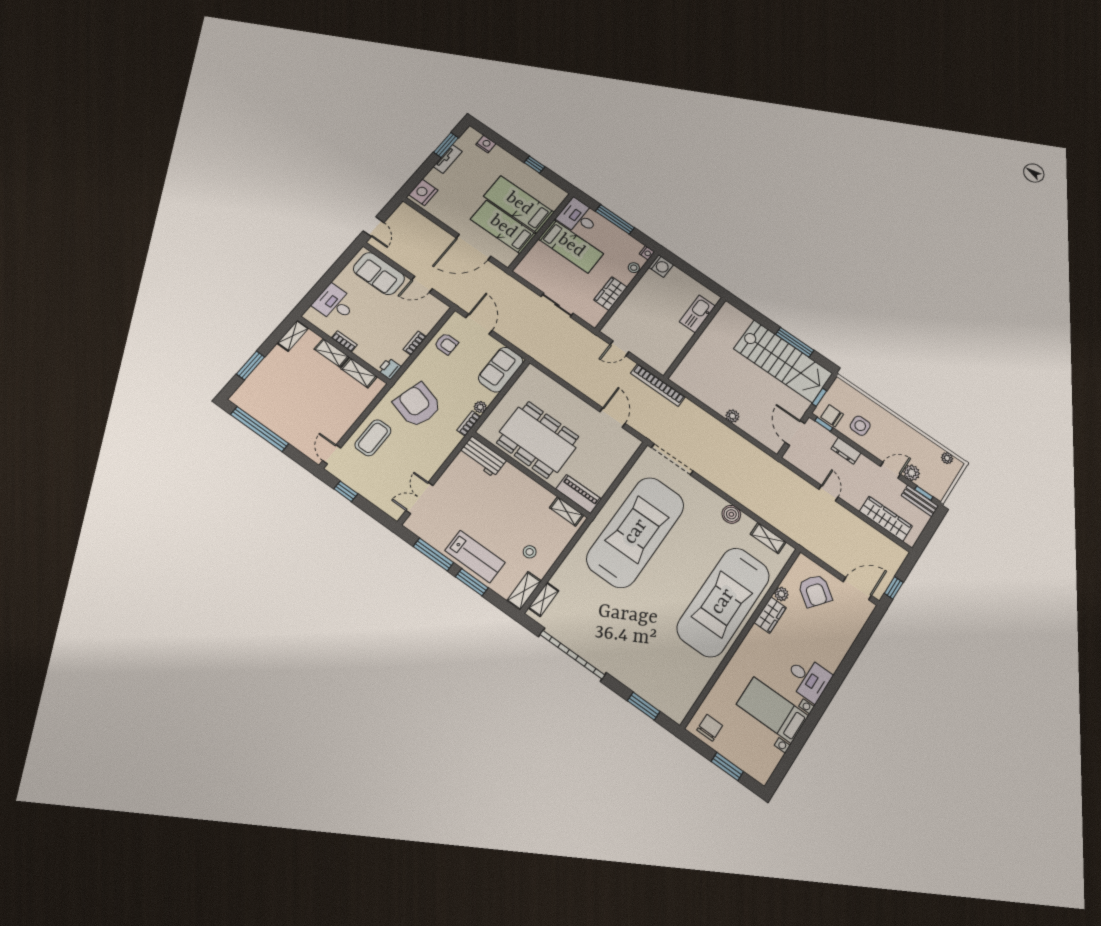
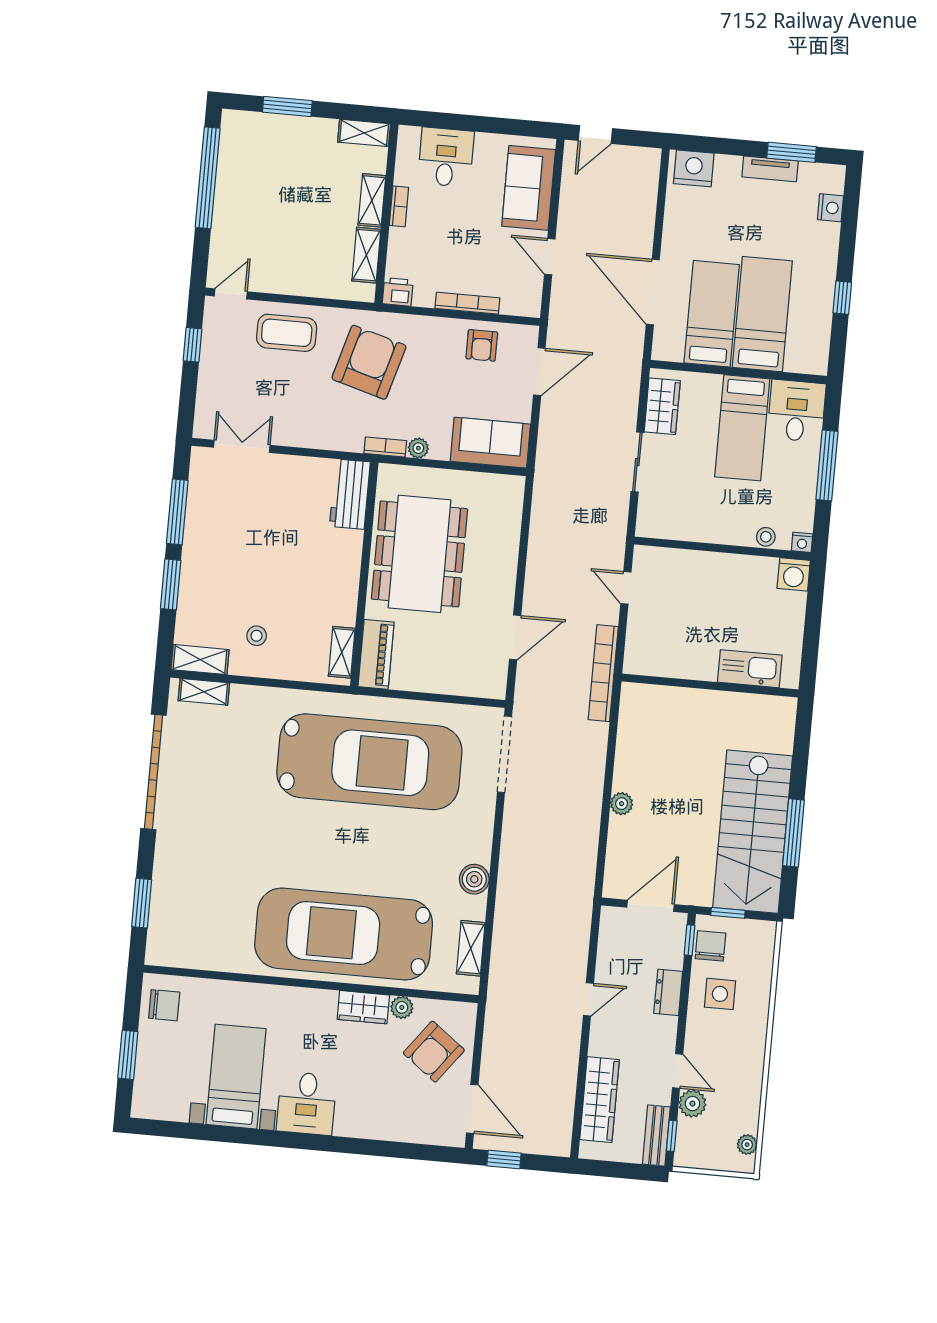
wardrobe: (611, 294) -> (662, 406), moved, turned 90
bookcase: (415, 343) -> (467, 303), width x1.56
lab bench: (475, 557) -> (207, 568), removed

